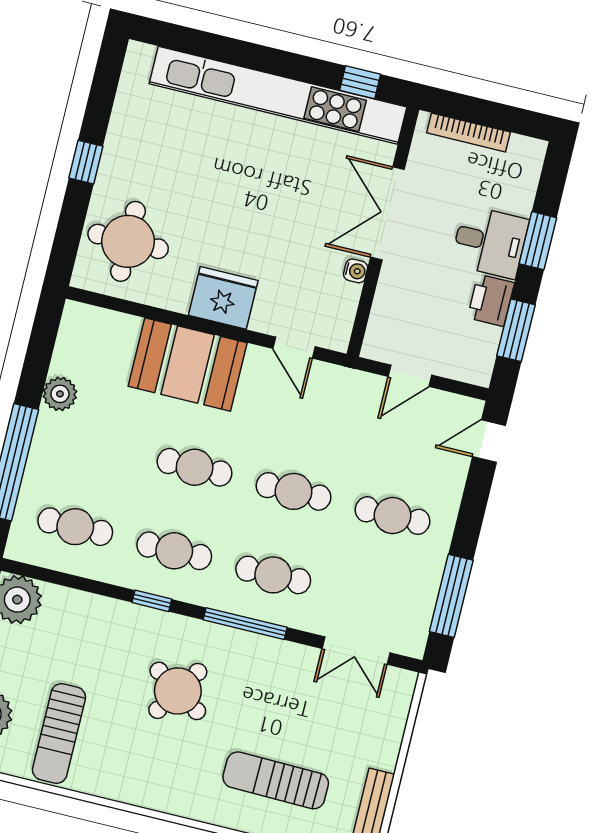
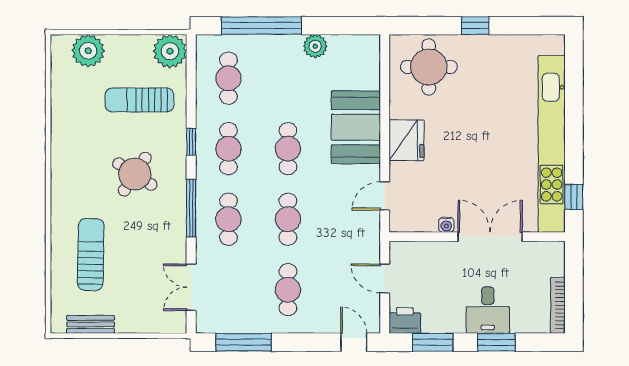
bookcase: (468, 132) -> (558, 305), moved
printer: (491, 300) -> (405, 320), moved
sun lounger: (59, 734) -> (139, 100), moved

